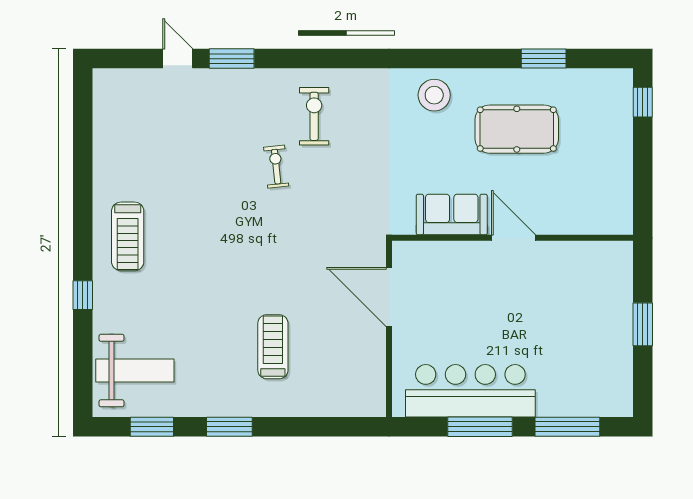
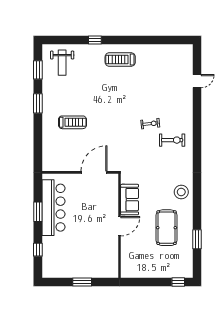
window: (232, 59) -> (197, 104), removed
weight bench: (135, 371) -> (62, 63), width x0.73, depth x0.75
window: (480, 427) -> (38, 212), width x0.69
window: (567, 427) -> (38, 250), width x0.46

